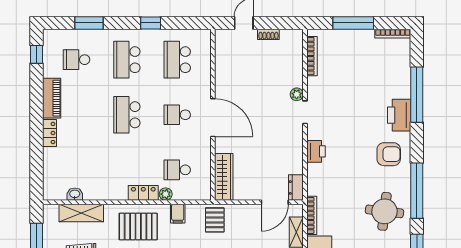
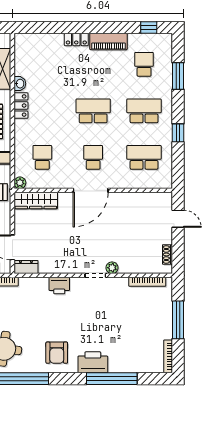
shoe rack: (268, 34) -> (167, 254), moved
locker: (143, 193) -> (21, 106), moved
washbasin: (75, 194) -> (20, 84), moved
plant: (166, 194) -> (20, 183), moved

